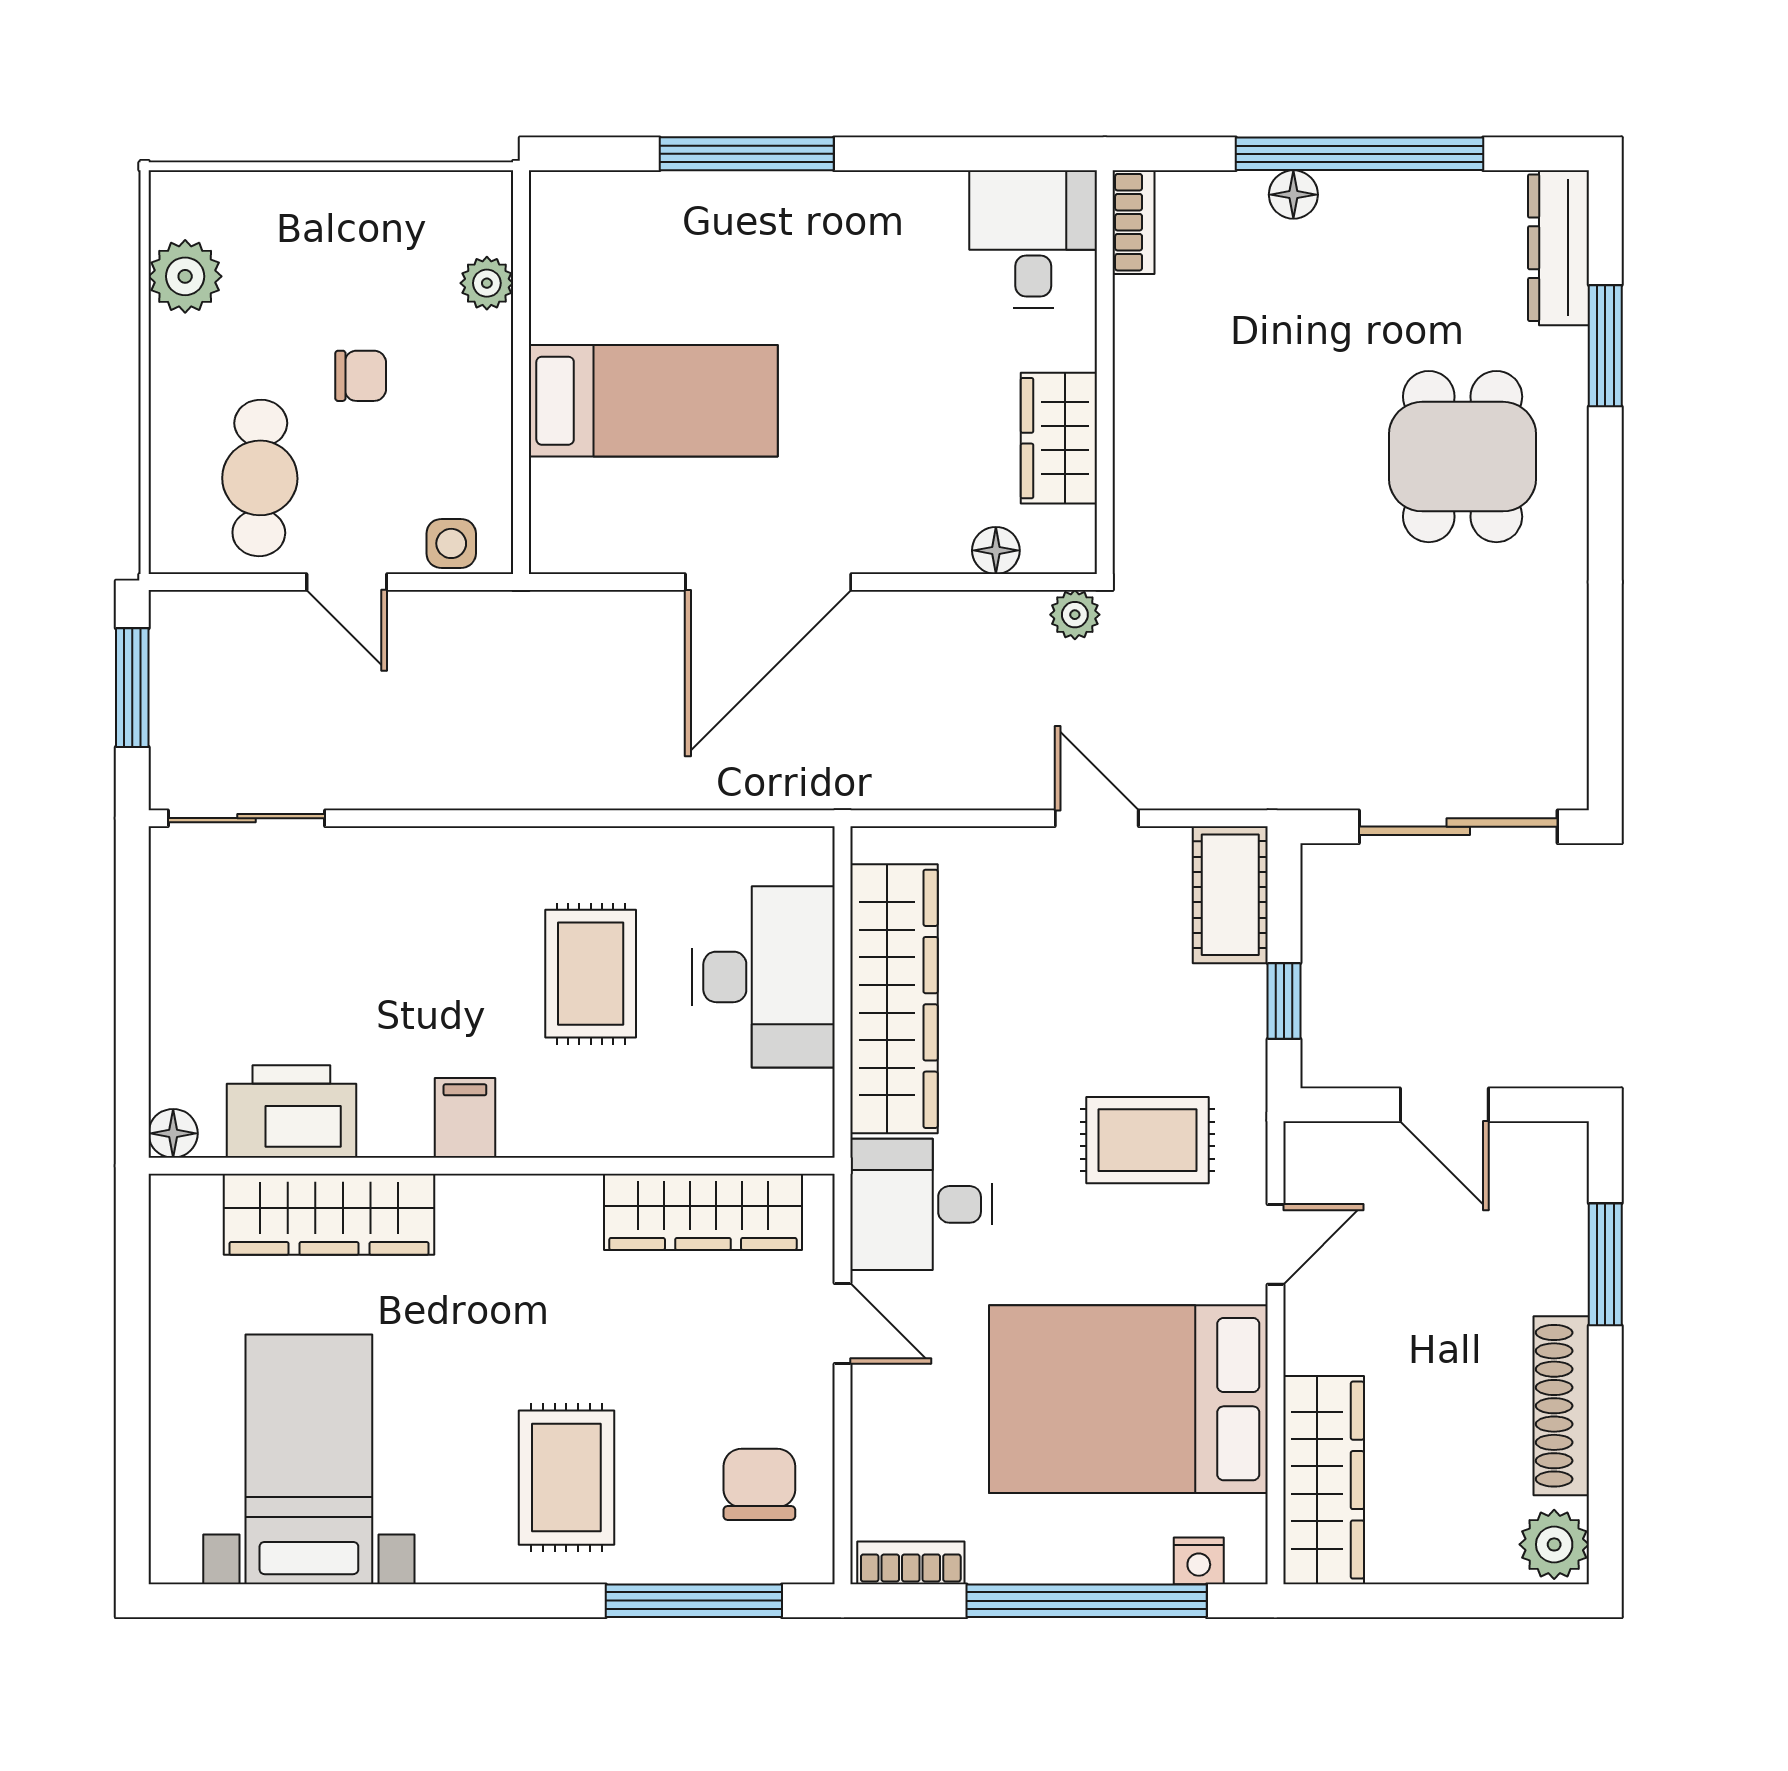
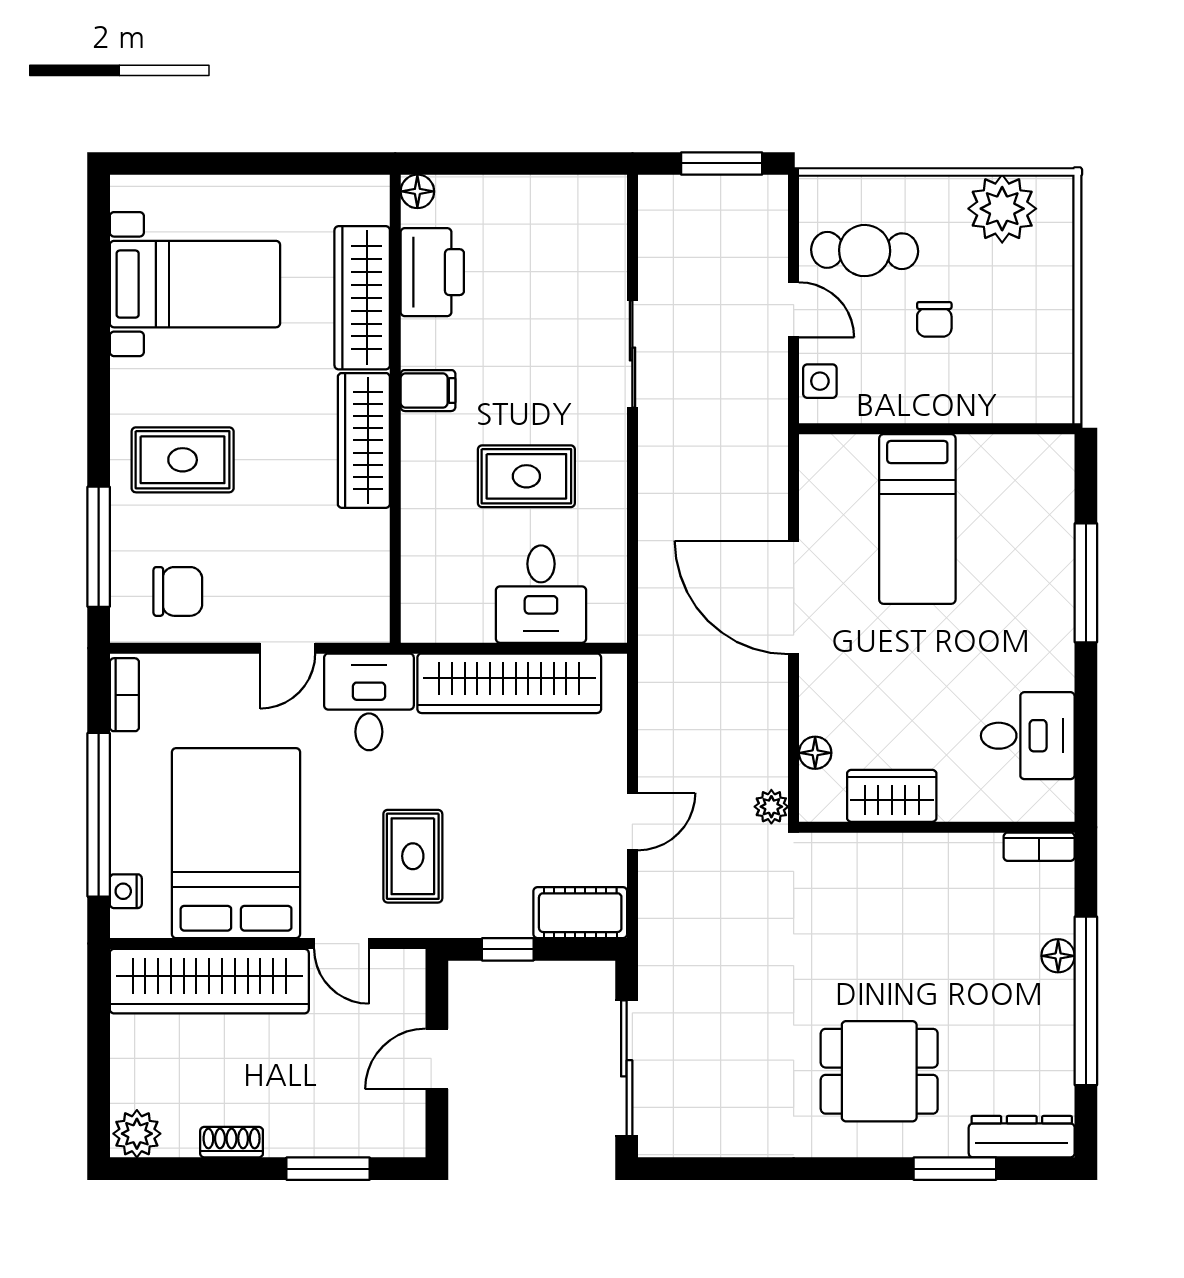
desk: (1033, 239) -> (1028, 736), moved
plant: (185, 276) -> (1002, 209), width x1.36, depth x1.36
plant: (487, 283) -> (998, 405), removed
door: (347, 582) -> (794, 310), swing flipped
sliding door: (247, 818) -> (632, 354), moved
desk: (763, 977) -> (541, 594), width x0.73
wardrobe: (703, 1212) -> (364, 440), moved
shoe rack: (1561, 1406) -> (232, 1142), width x0.51, depth x0.81
wardrobe: (1324, 1480) -> (209, 981), width x1.40, depth x1.17

